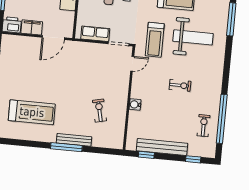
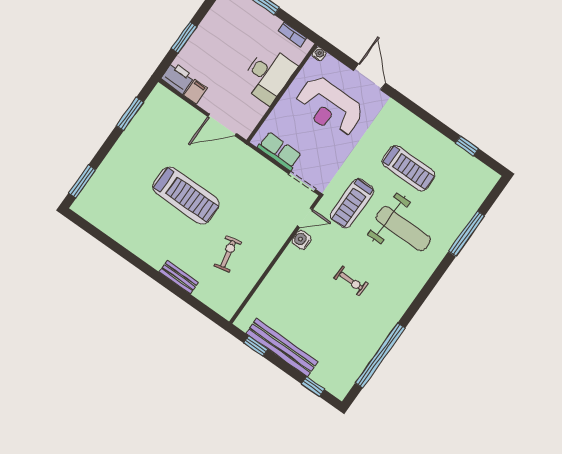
filing cabinet: (32, 27) -> (196, 92), width x0.50
water cooler: (135, 104) -> (302, 240), moved
treadmill: (32, 112) -> (186, 195), moved
exercise bike: (204, 126) -> (352, 351), removed
bench: (74, 140) -> (179, 277), width x0.73
window: (66, 147) -> (158, 277), removed

